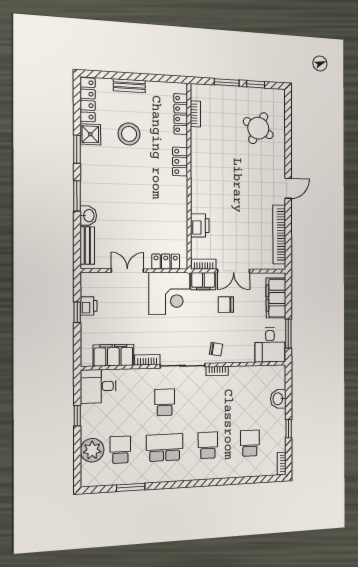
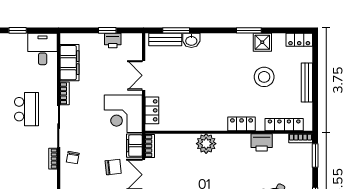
window: (227, 82) -> (315, 156), moved
bench: (129, 86) -> (307, 82), width x1.36
locker: (88, 100) -> (299, 40), width x0.66
bookcase: (195, 114) -> (301, 138), moved
window: (77, 196) -> (176, 30), moved
plant: (201, 201) -> (206, 144), added
printer: (200, 225) -> (262, 142), moved
double door: (127, 271) -> (144, 75), swing flipped
chair: (226, 305) -> (113, 167), turned 84
school desk: (165, 402) -> (26, 109), width x1.85

